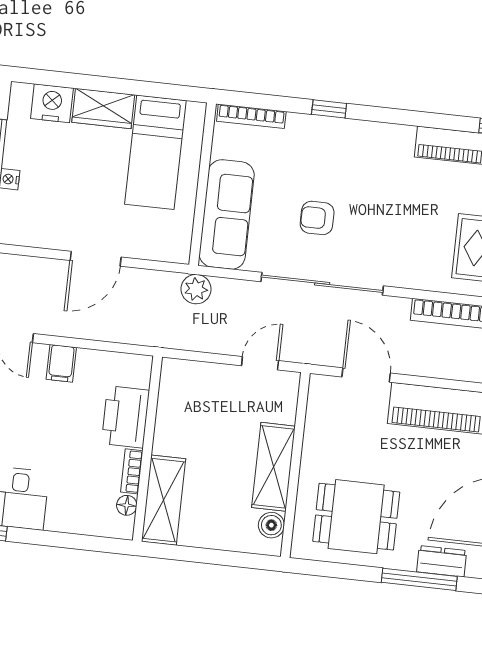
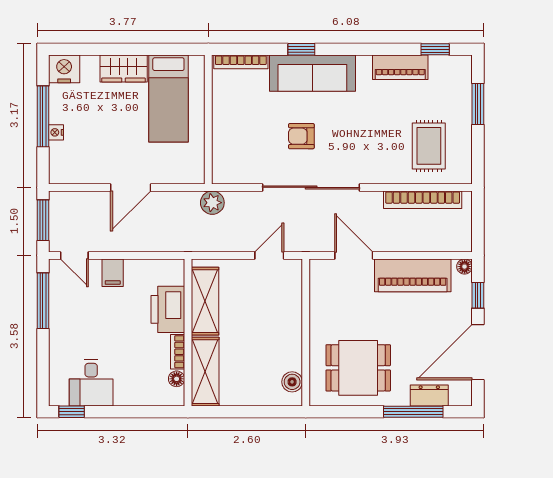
nightstand: (52, 103) -> (64, 69), moved
sofa: (227, 214) -> (312, 73), moved, turned 90
shelving: (273, 467) -> (205, 301), moved

